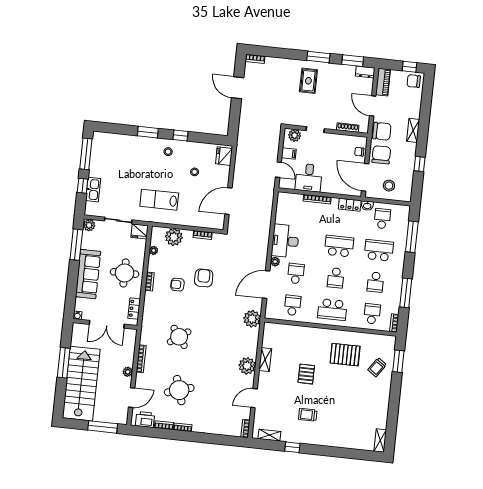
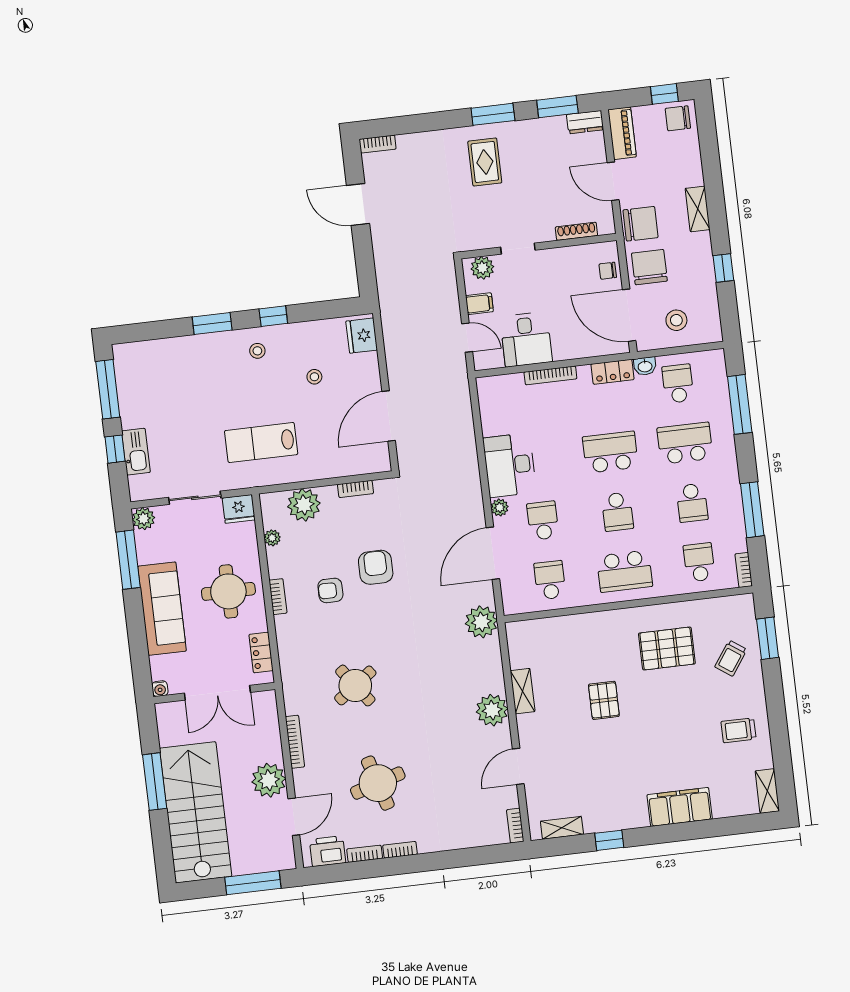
plant: (128, 372) -> (269, 780), width x1.87, depth x1.87
trolley: (308, 415) -> (738, 730), moved
filing cabinet: (333, 438) -> (680, 807), added

